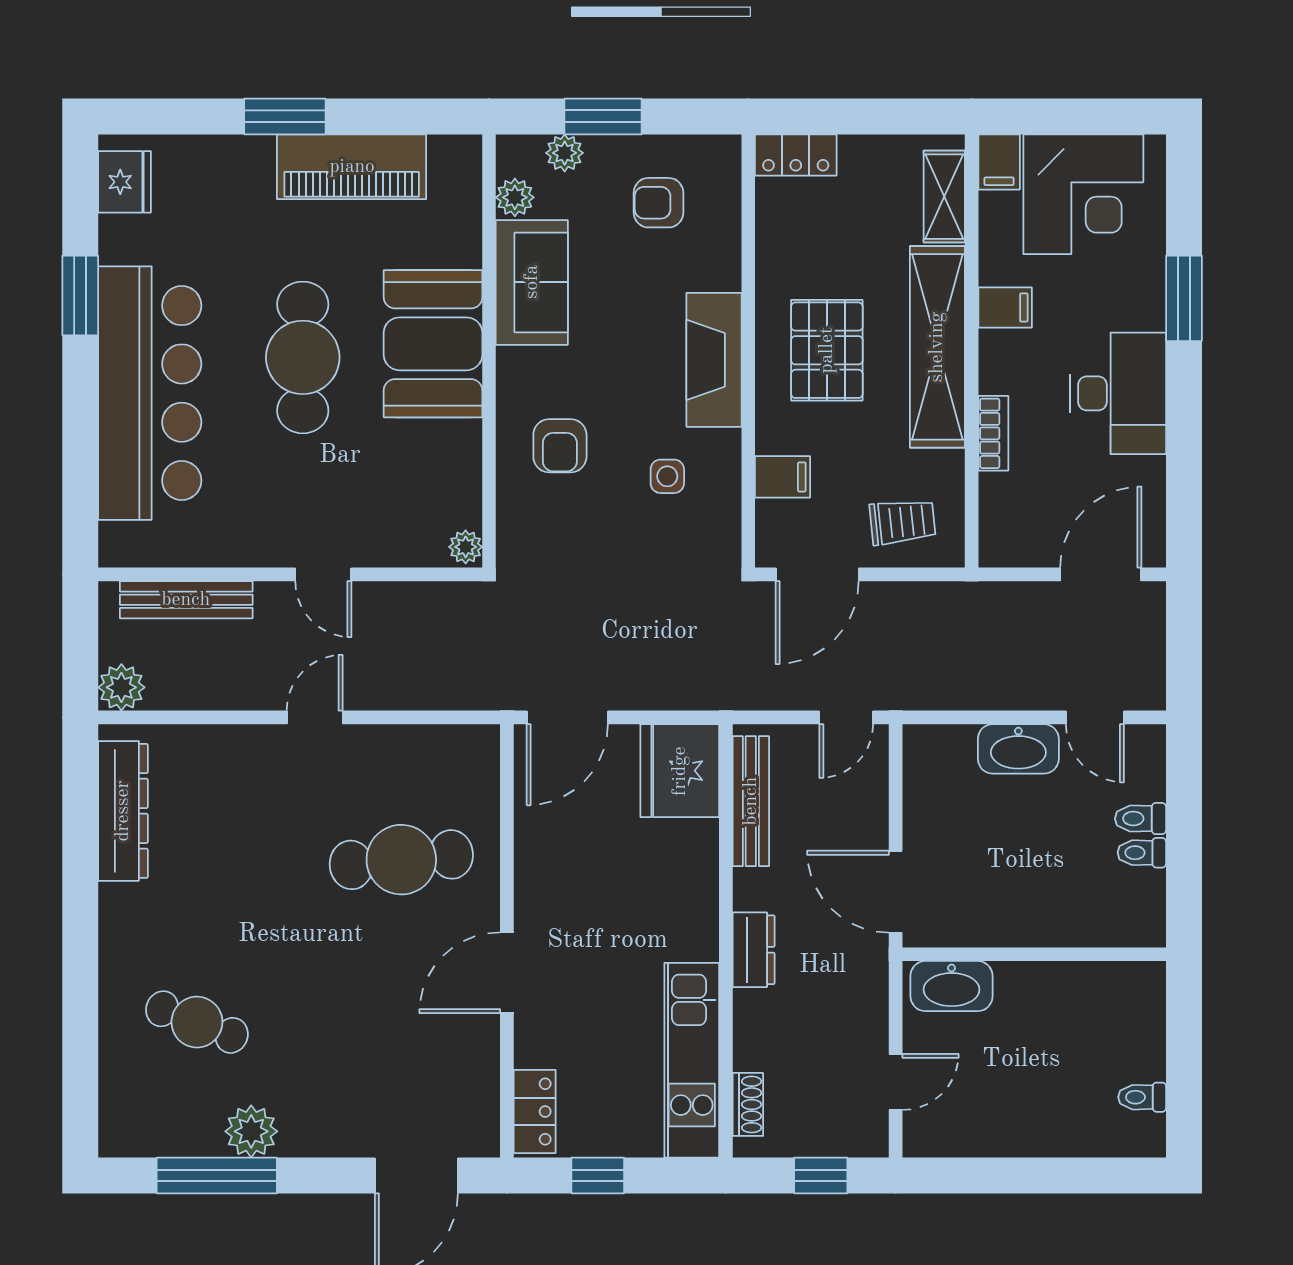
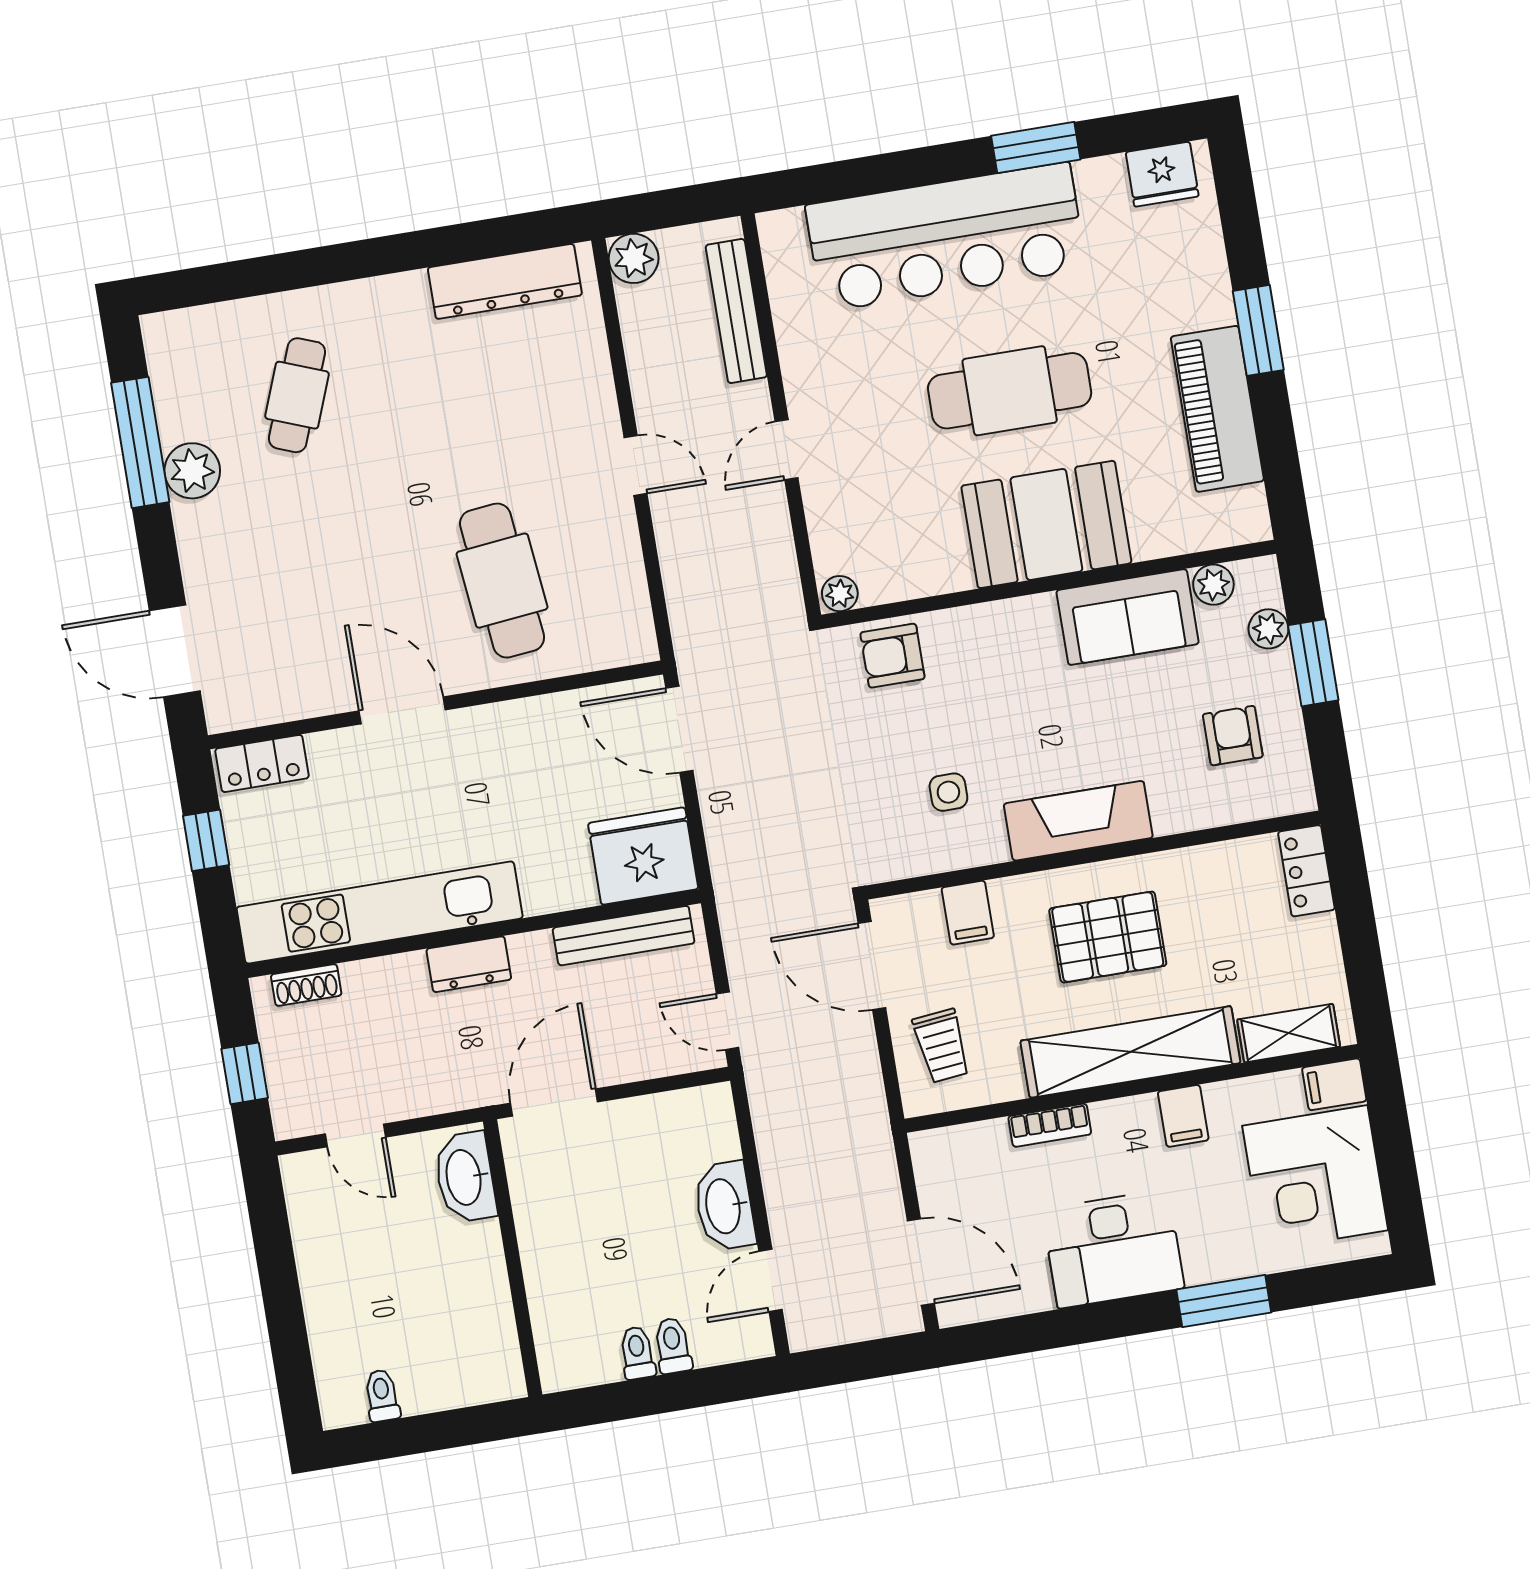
armchair: (560, 446) -> (892, 656), moved
kitchen unit: (692, 1060) -> (380, 913), width x1.36

